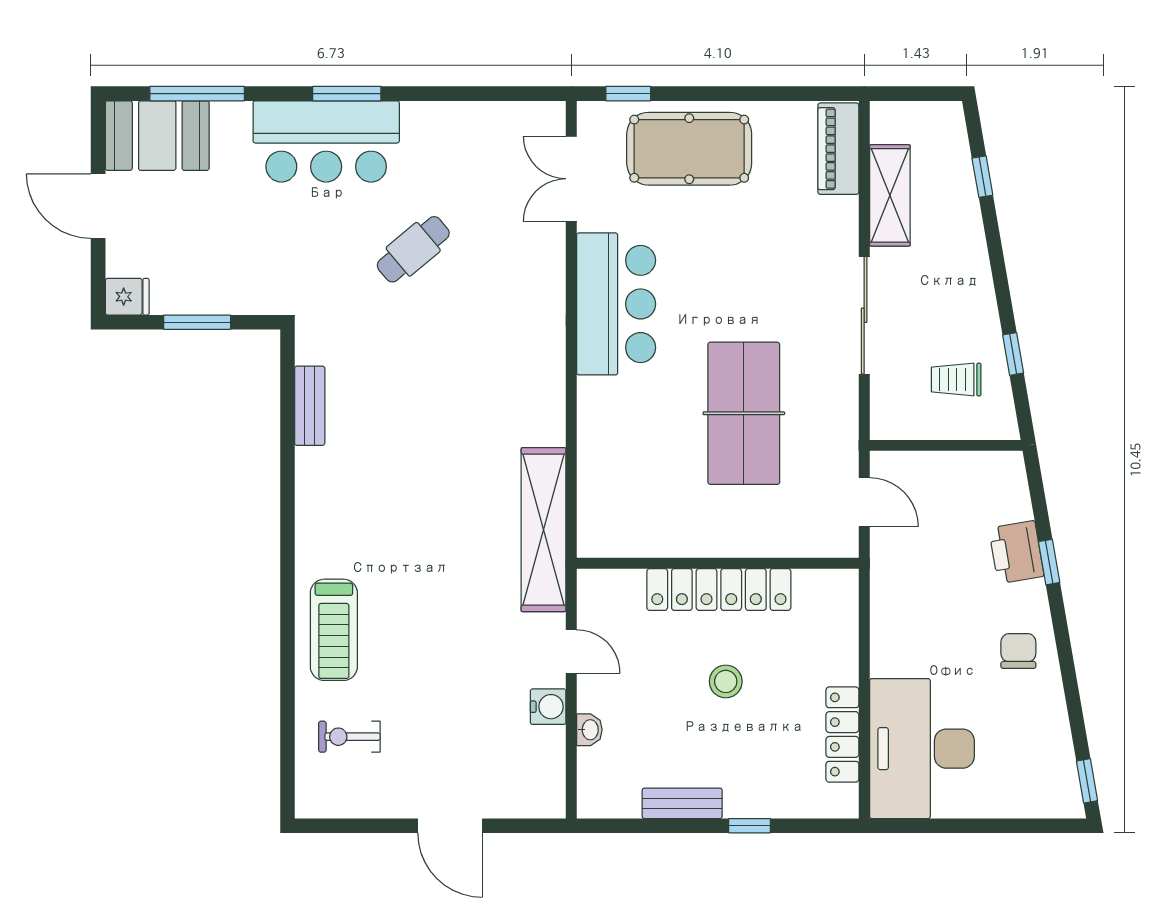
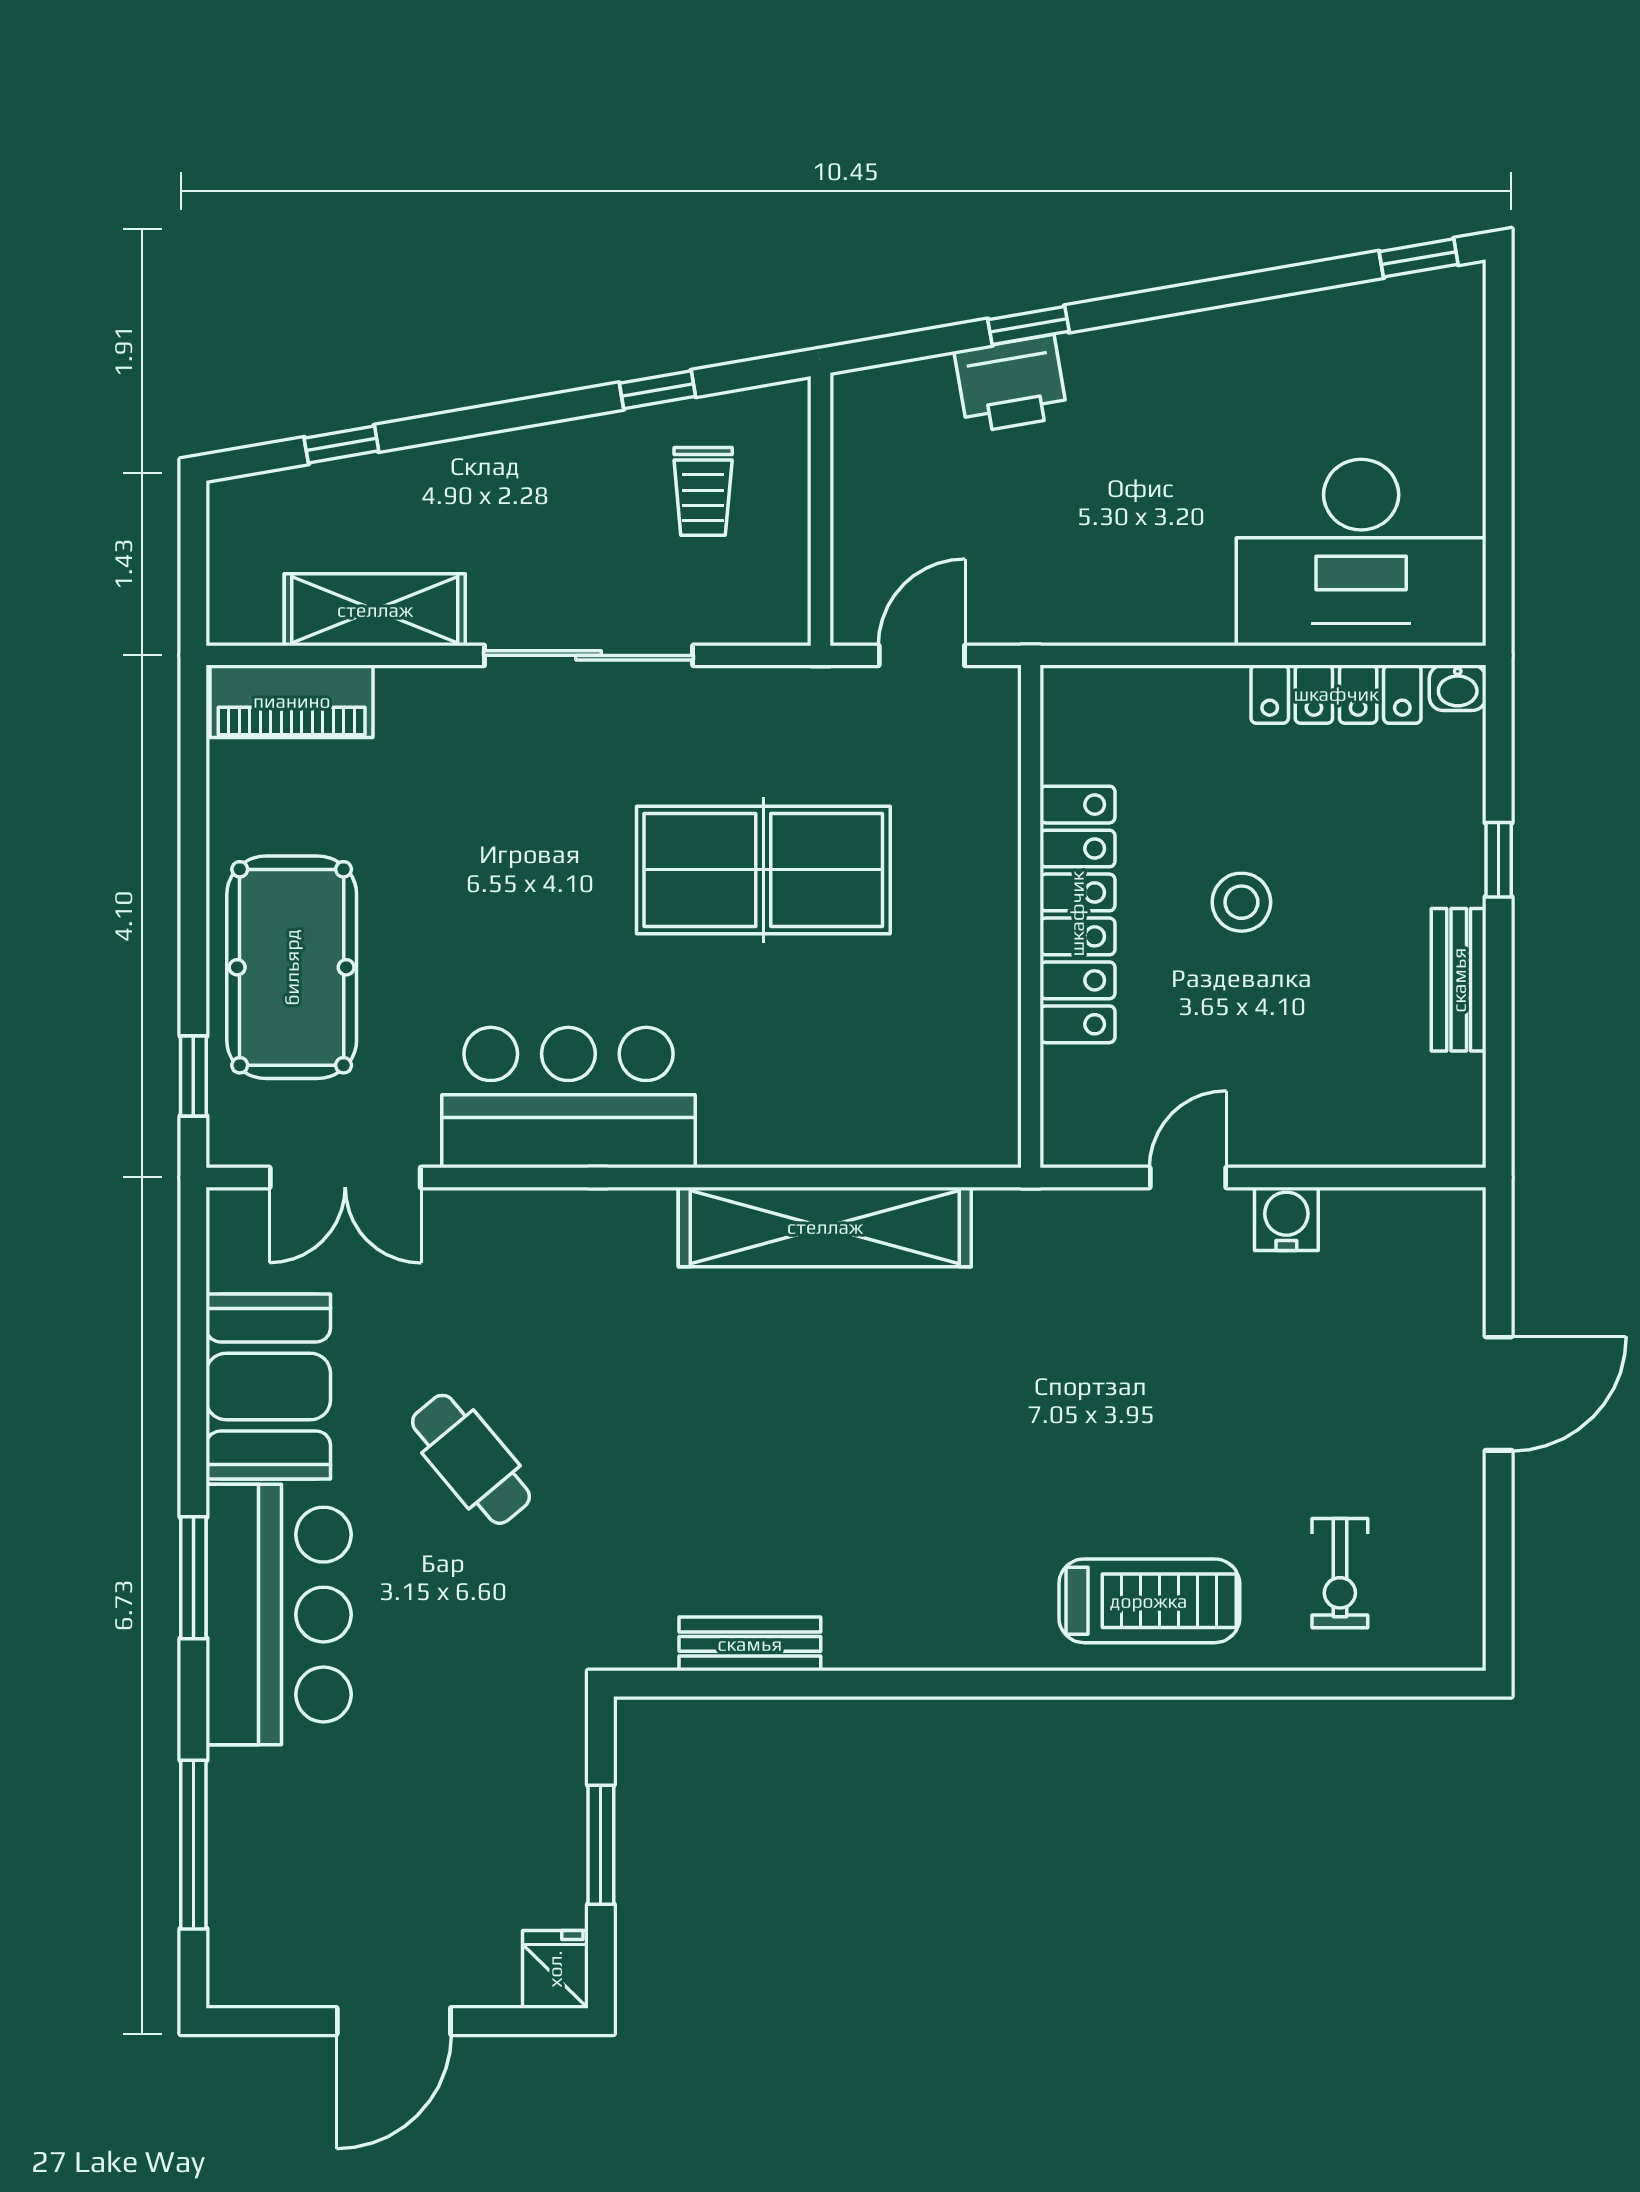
booth: (157, 136) -> (268, 1386), moved
shelving: (544, 530) -> (825, 1227), moved
chair: (1018, 651) -> (1187, 380), removed
washbasin: (589, 730) -> (1458, 688), moved, turned 180

